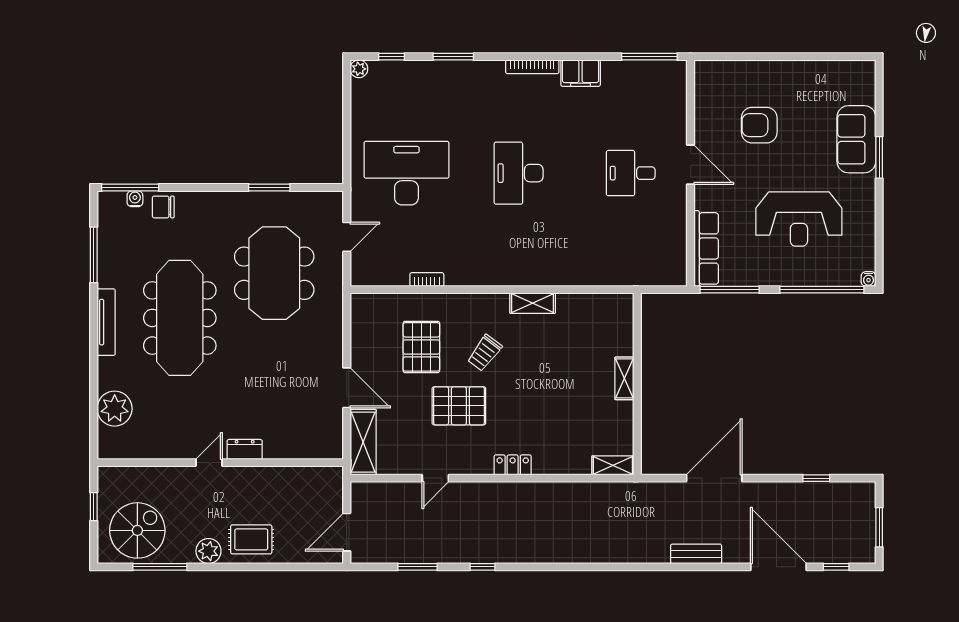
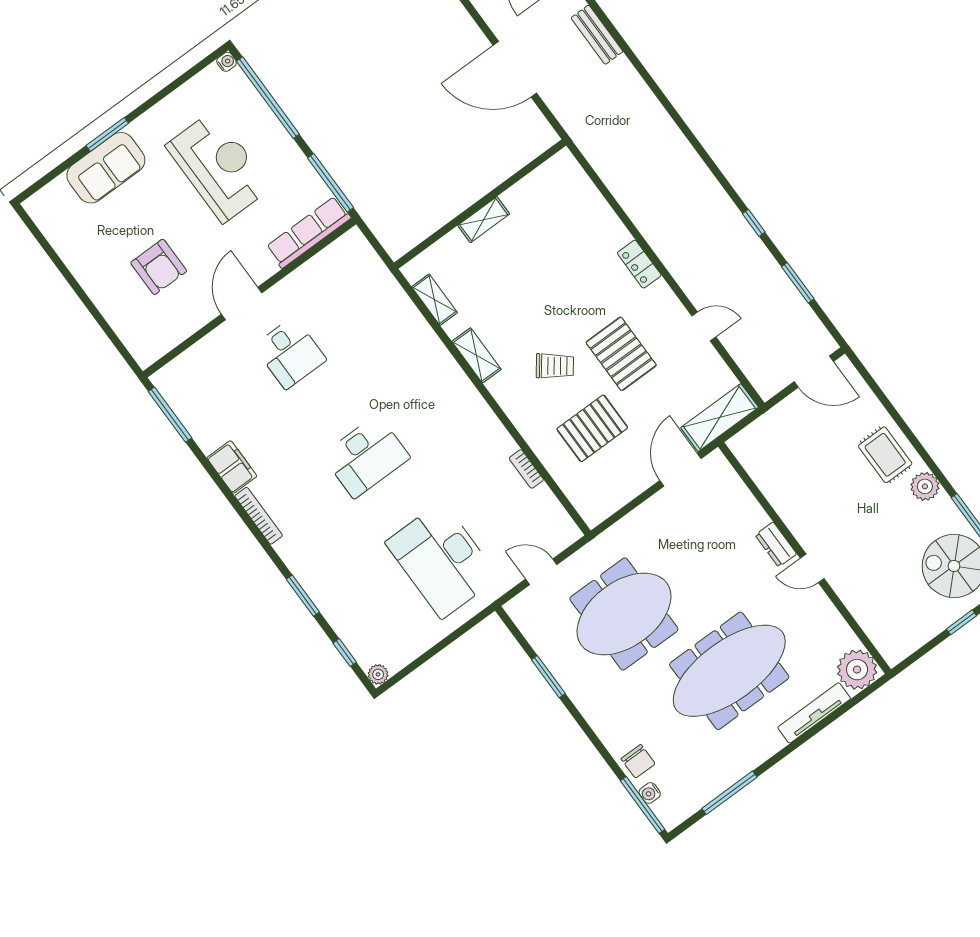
tv unit: (106, 322) -> (814, 713), moved
dresser: (245, 449) -> (776, 544), moved
door: (209, 463) -> (812, 568), moved
wall: (220, 463) -> (805, 558), moved
shelving: (613, 465) -> (435, 300), moved

